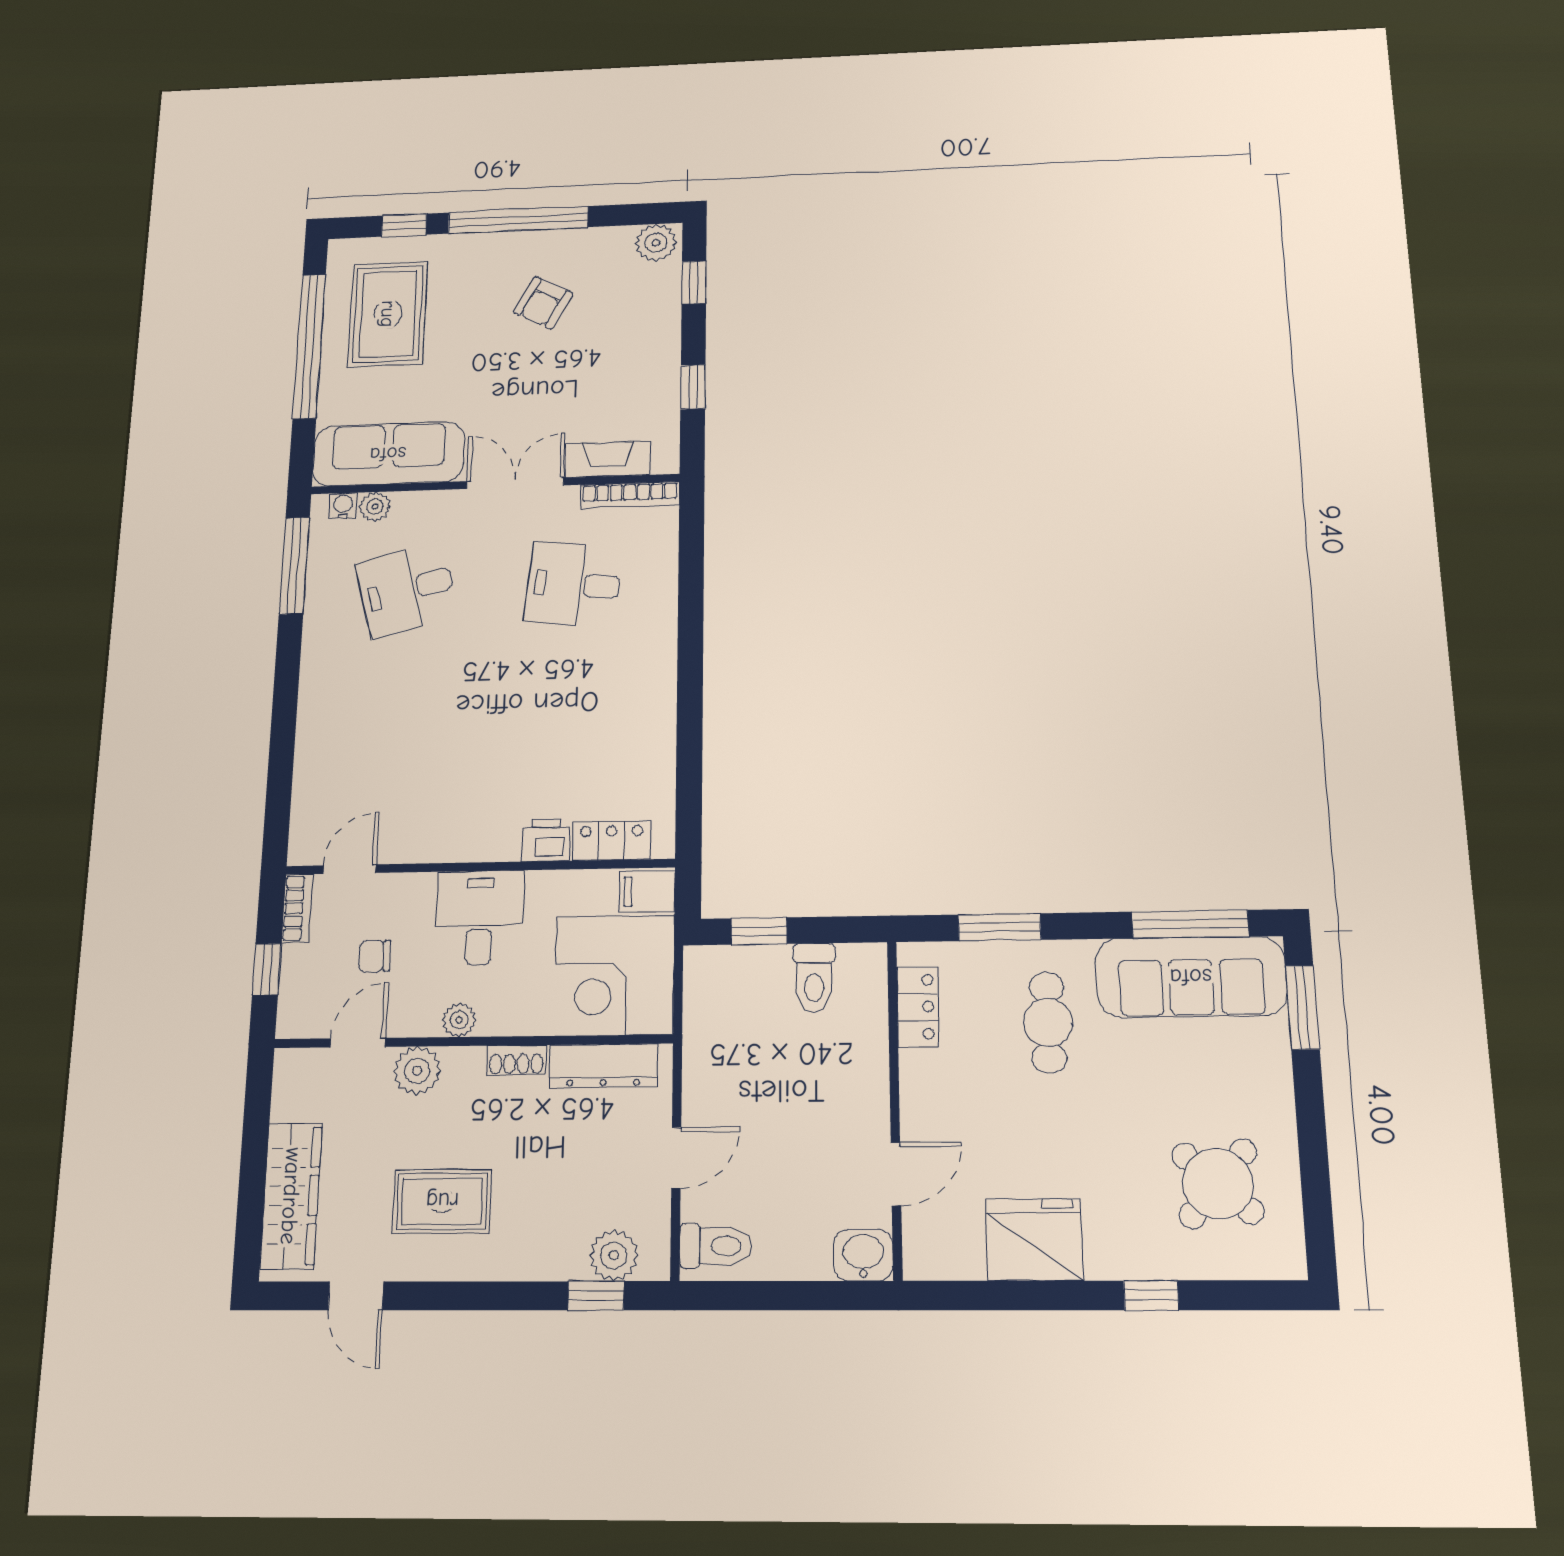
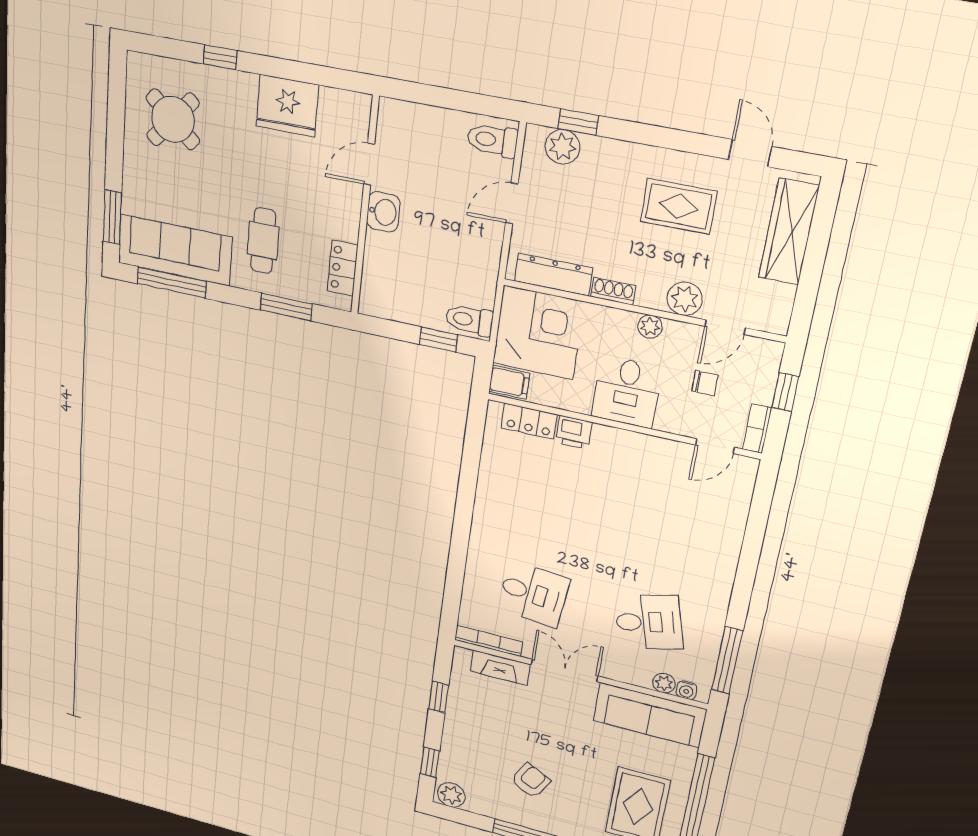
double door: (515, 483) -> (564, 670), swing flipped
toilet: (814, 978) -> (469, 320), moved, turned -90
washbasin: (863, 1255) -> (383, 212), moved, turned -90

